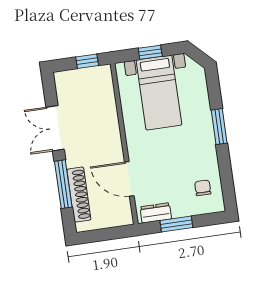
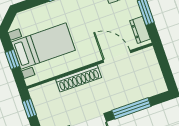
door: (129, 179) -> (117, 56), swing flipped
shoe rack: (79, 195) -> (79, 79), moved, turned 180

